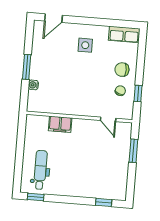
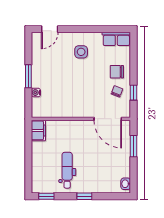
door: (108, 119) -> (108, 119), width x1.88
filing cabinet: (60, 124) -> (38, 130), moved, turned -90
dental chair: (40, 170) -> (67, 170), moved
washbasin: (122, 190) -> (126, 184), added
window: (104, 202) -> (84, 196), moved

